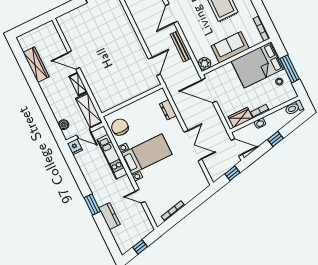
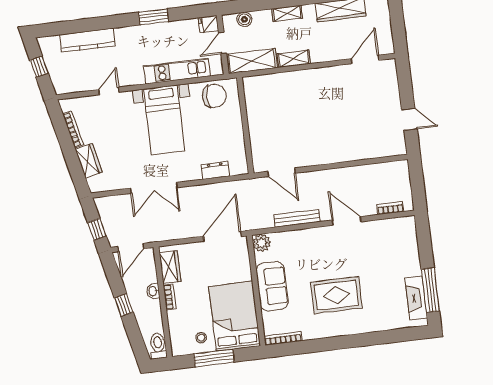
door: (74, 60) -> (365, 59), moved
shelving: (50, 98) -> (287, 13), added
wardrobe: (190, 194) -> (89, 161), added
window: (92, 205) -> (154, 17), moved
kitchen counter: (109, 216) -> (87, 40), width x1.50

